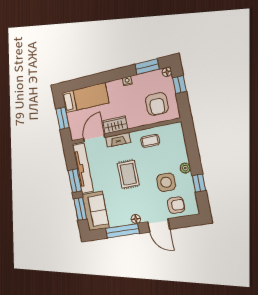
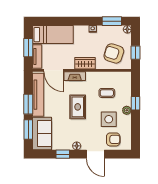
window: (179, 84) -> (135, 53), moved
armchair: (157, 104) -> (114, 53), turned 108
wardrobe: (115, 125) -> (85, 63), moved
tv unit: (74, 126) -> (37, 56), added
door: (94, 138) -> (54, 70), swing flipped
coffee table: (150, 141) -> (107, 93), moved
window: (199, 183) -> (135, 103), moved
window: (122, 231) -> (63, 154), width x0.46

